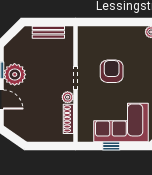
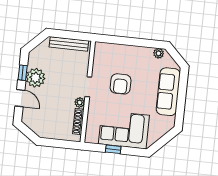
bench: (48, 32) -> (69, 44), width x1.36
armchair: (112, 71) -> (121, 84), turned 180

